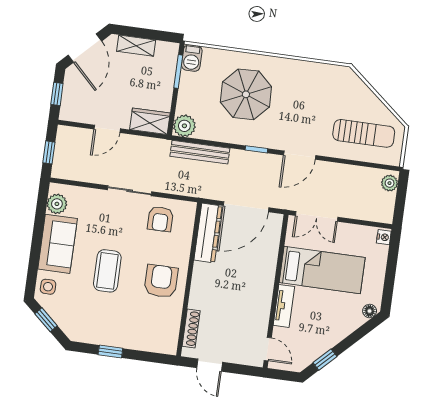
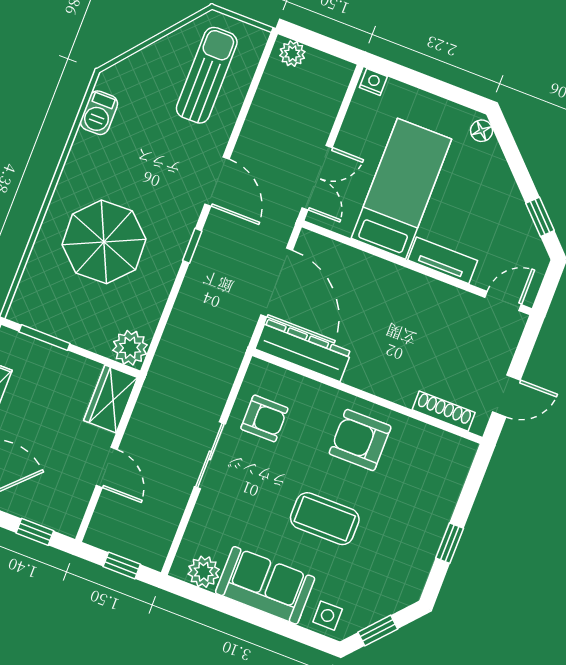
barbecue: (192, 58) -> (99, 113), moved, turned 90
bench: (200, 152) -> (176, 334), removed

